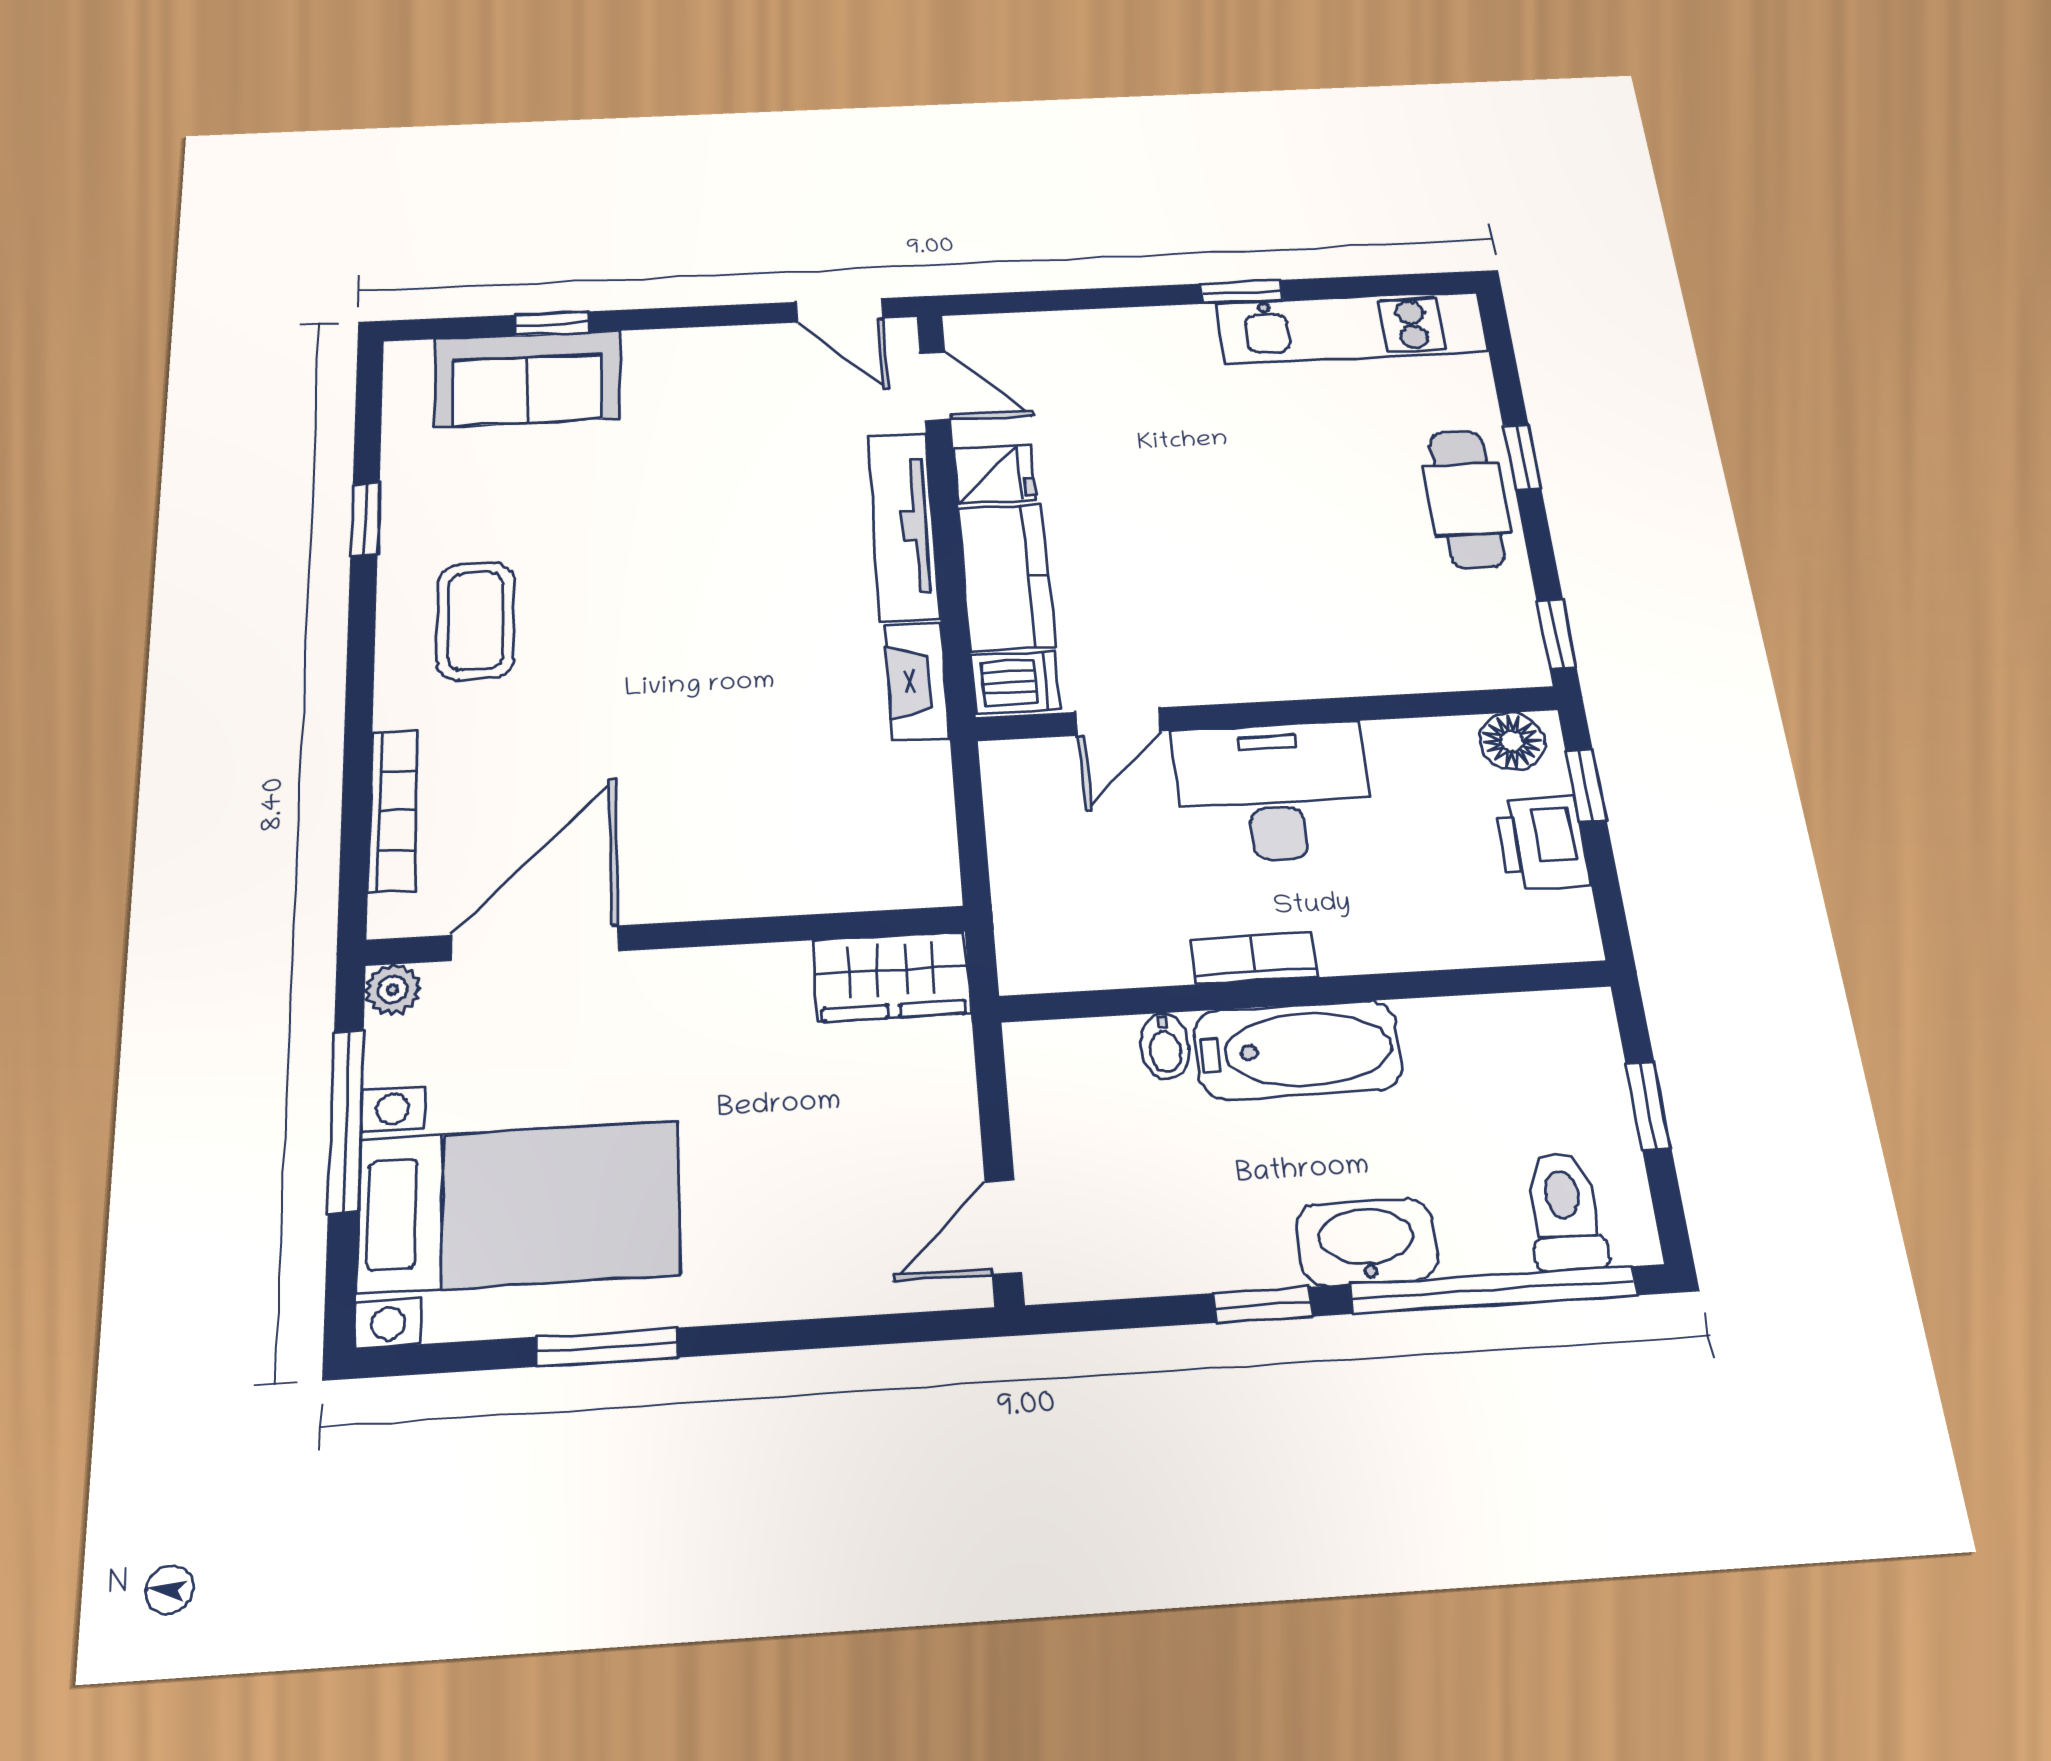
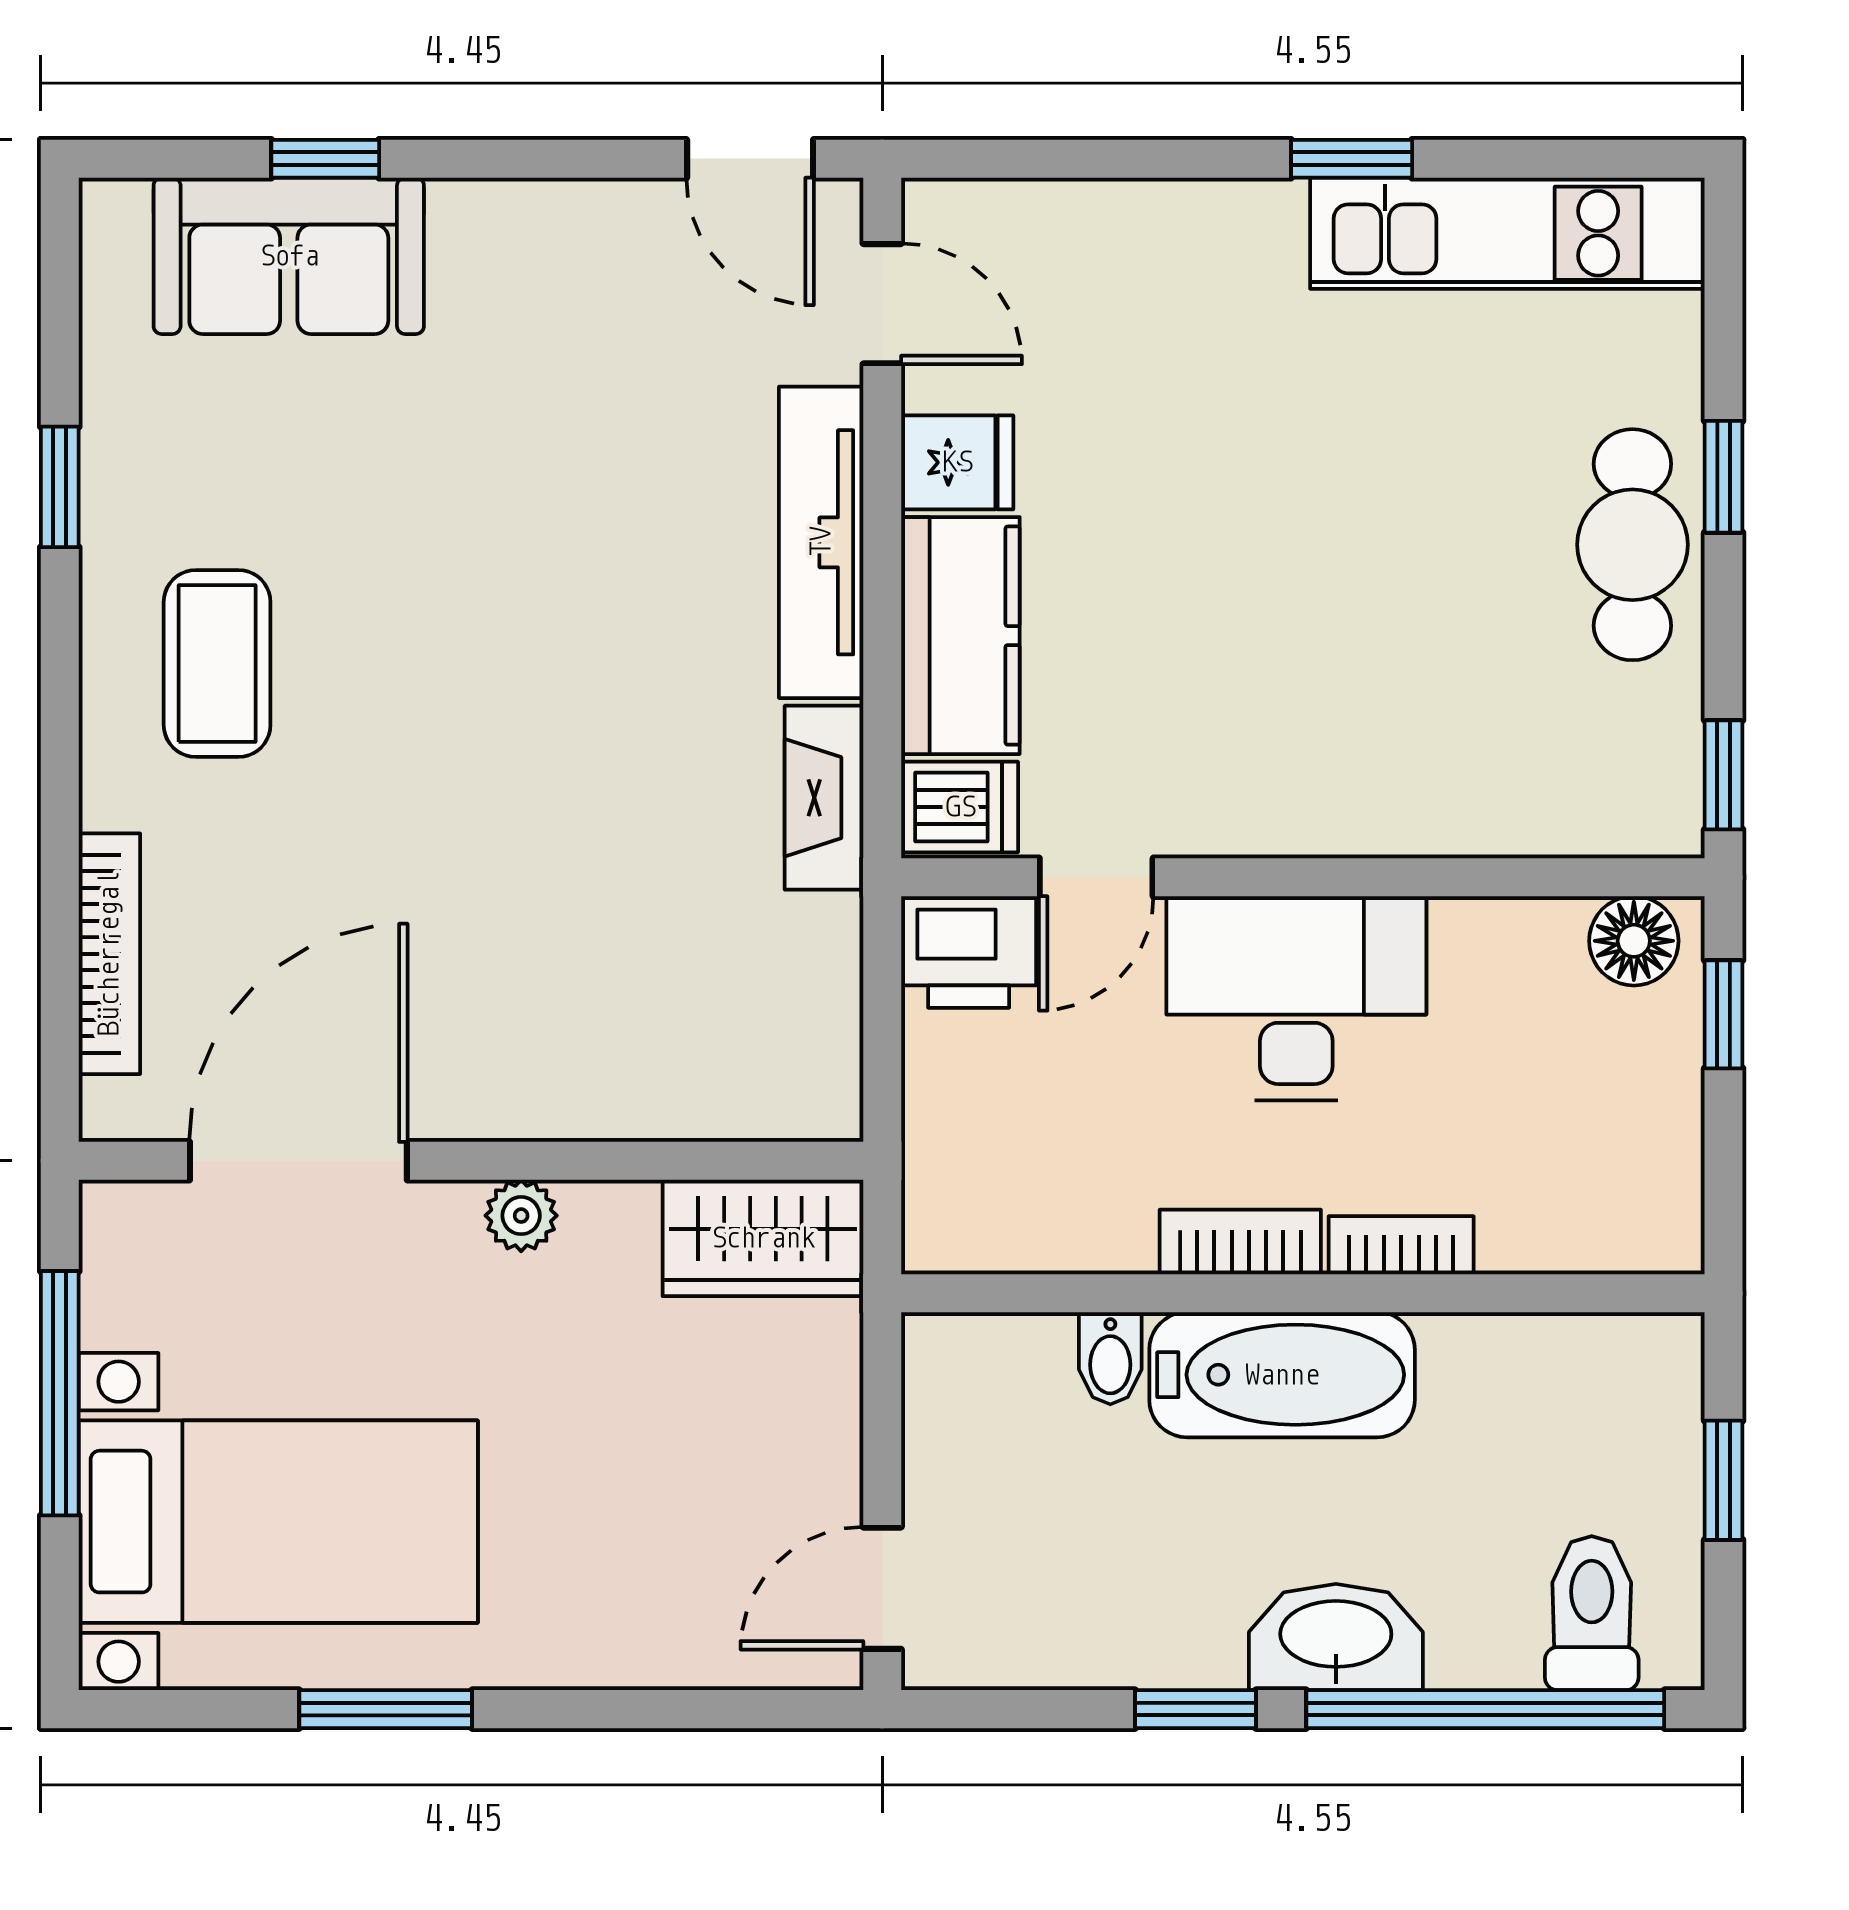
printer: (1542, 843) -> (969, 952), moved, turned -90
bookcase: (1375, 953) -> (1401, 1245), added
plant: (393, 990) -> (521, 1216), moved

